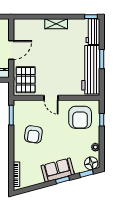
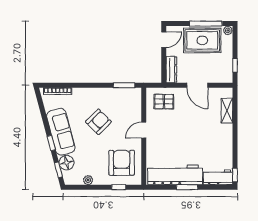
shelving: (56, 24) -> (227, 111), moved
pallet: (26, 80) -> (164, 102), width x0.67, depth x0.71
armchair: (80, 117) -> (122, 163), turned 90
armchair: (33, 134) -> (99, 122), moved, turned 127
floor lamp: (91, 163) -> (67, 163), moved
sofa: (58, 170) -> (61, 132), width x1.36

